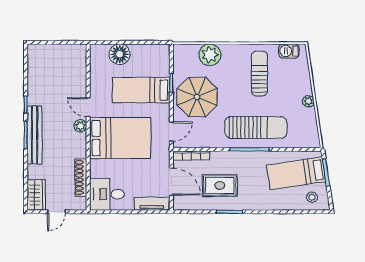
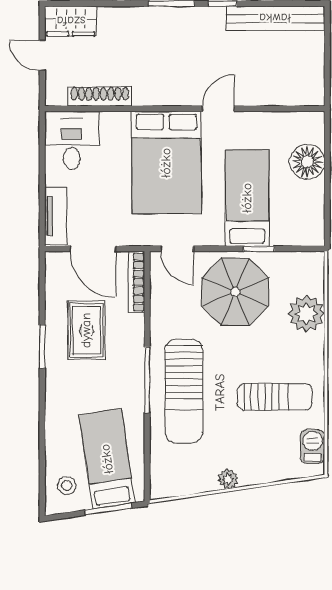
plant: (80, 126) -> (187, 96), removed
bench: (34, 135) -> (275, 18), moved
door: (171, 182) -> (93, 249), hinge flipped

